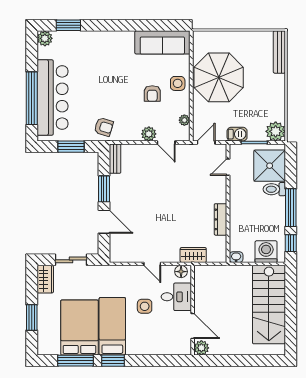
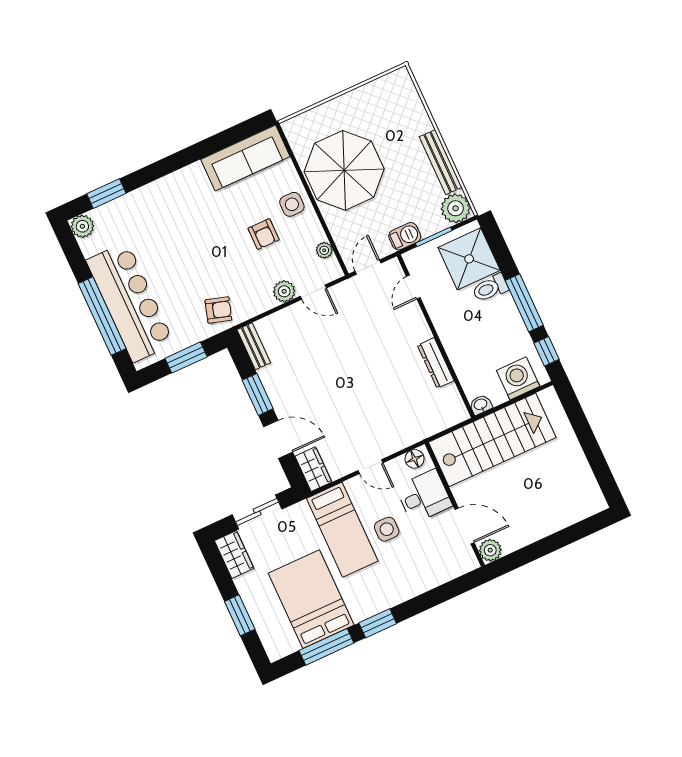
bench: (279, 52) -> (441, 162), moved
wardrobe: (193, 255) -> (313, 469), moved, turned 90
stairs: (269, 305) -> (492, 440), moved, turned -90
bed: (112, 326) -> (342, 530), moved, turned 180

